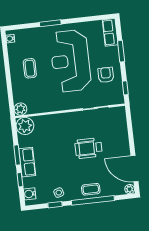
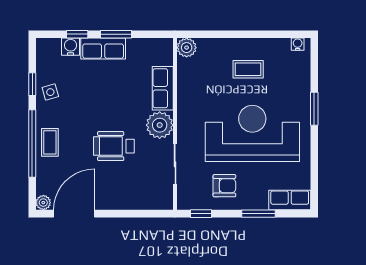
row of seats: (48, 121) -> (163, 88), added
plant: (25, 126) -> (160, 125), moved
wheelchair: (89, 148) -> (114, 146), turned -90
water cooler: (30, 194) -> (71, 47), moved

